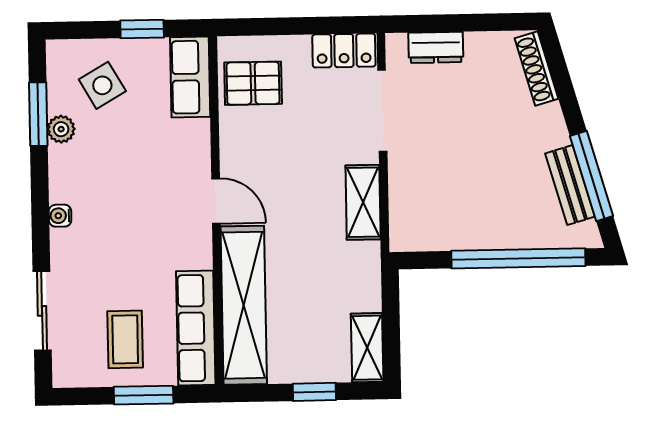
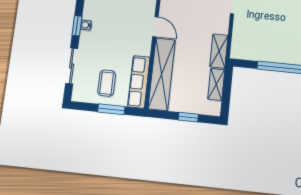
shelving: (363, 202) -> (219, 51), moved
window: (40, 220) -> (77, 26), added
shelving: (367, 348) -> (216, 84), moved

